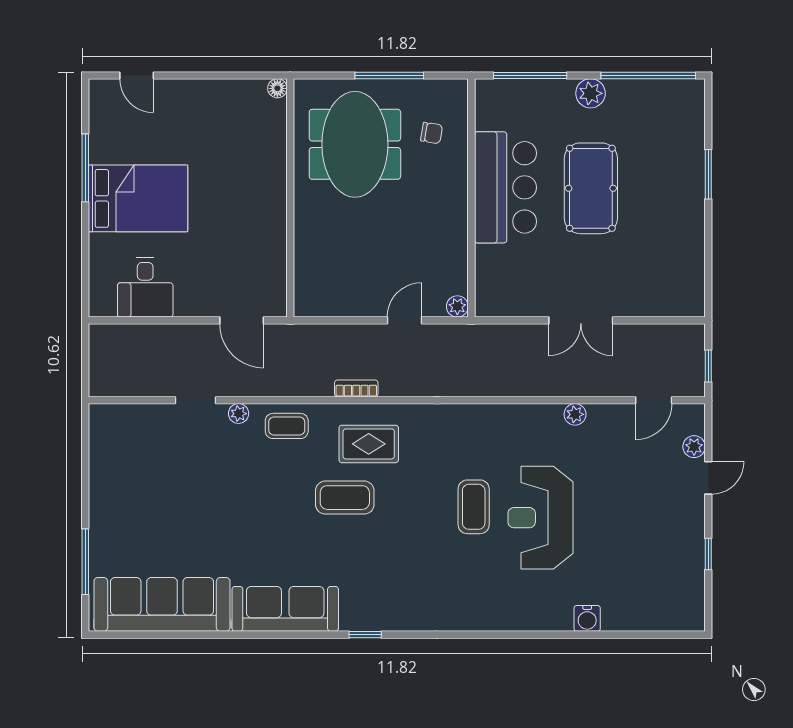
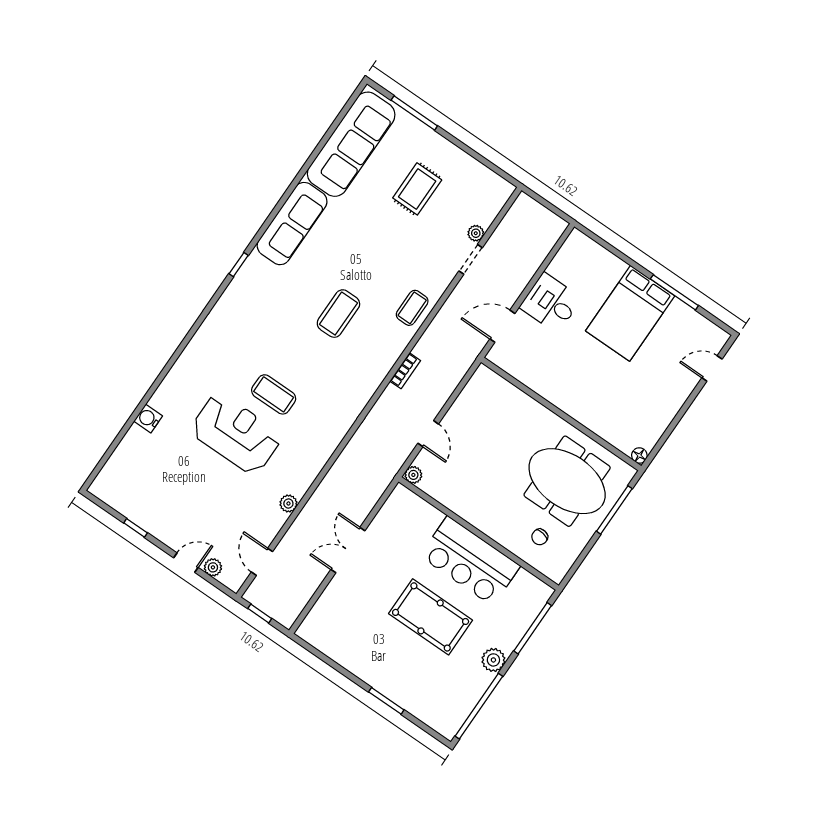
window: (389, 75) -> (614, 510), moved
desk: (145, 287) -> (551, 303), moved
plant: (239, 414) -> (476, 233), moved
rug: (369, 444) -> (417, 189), moved
door: (708, 478) -> (186, 563), swing flipped

